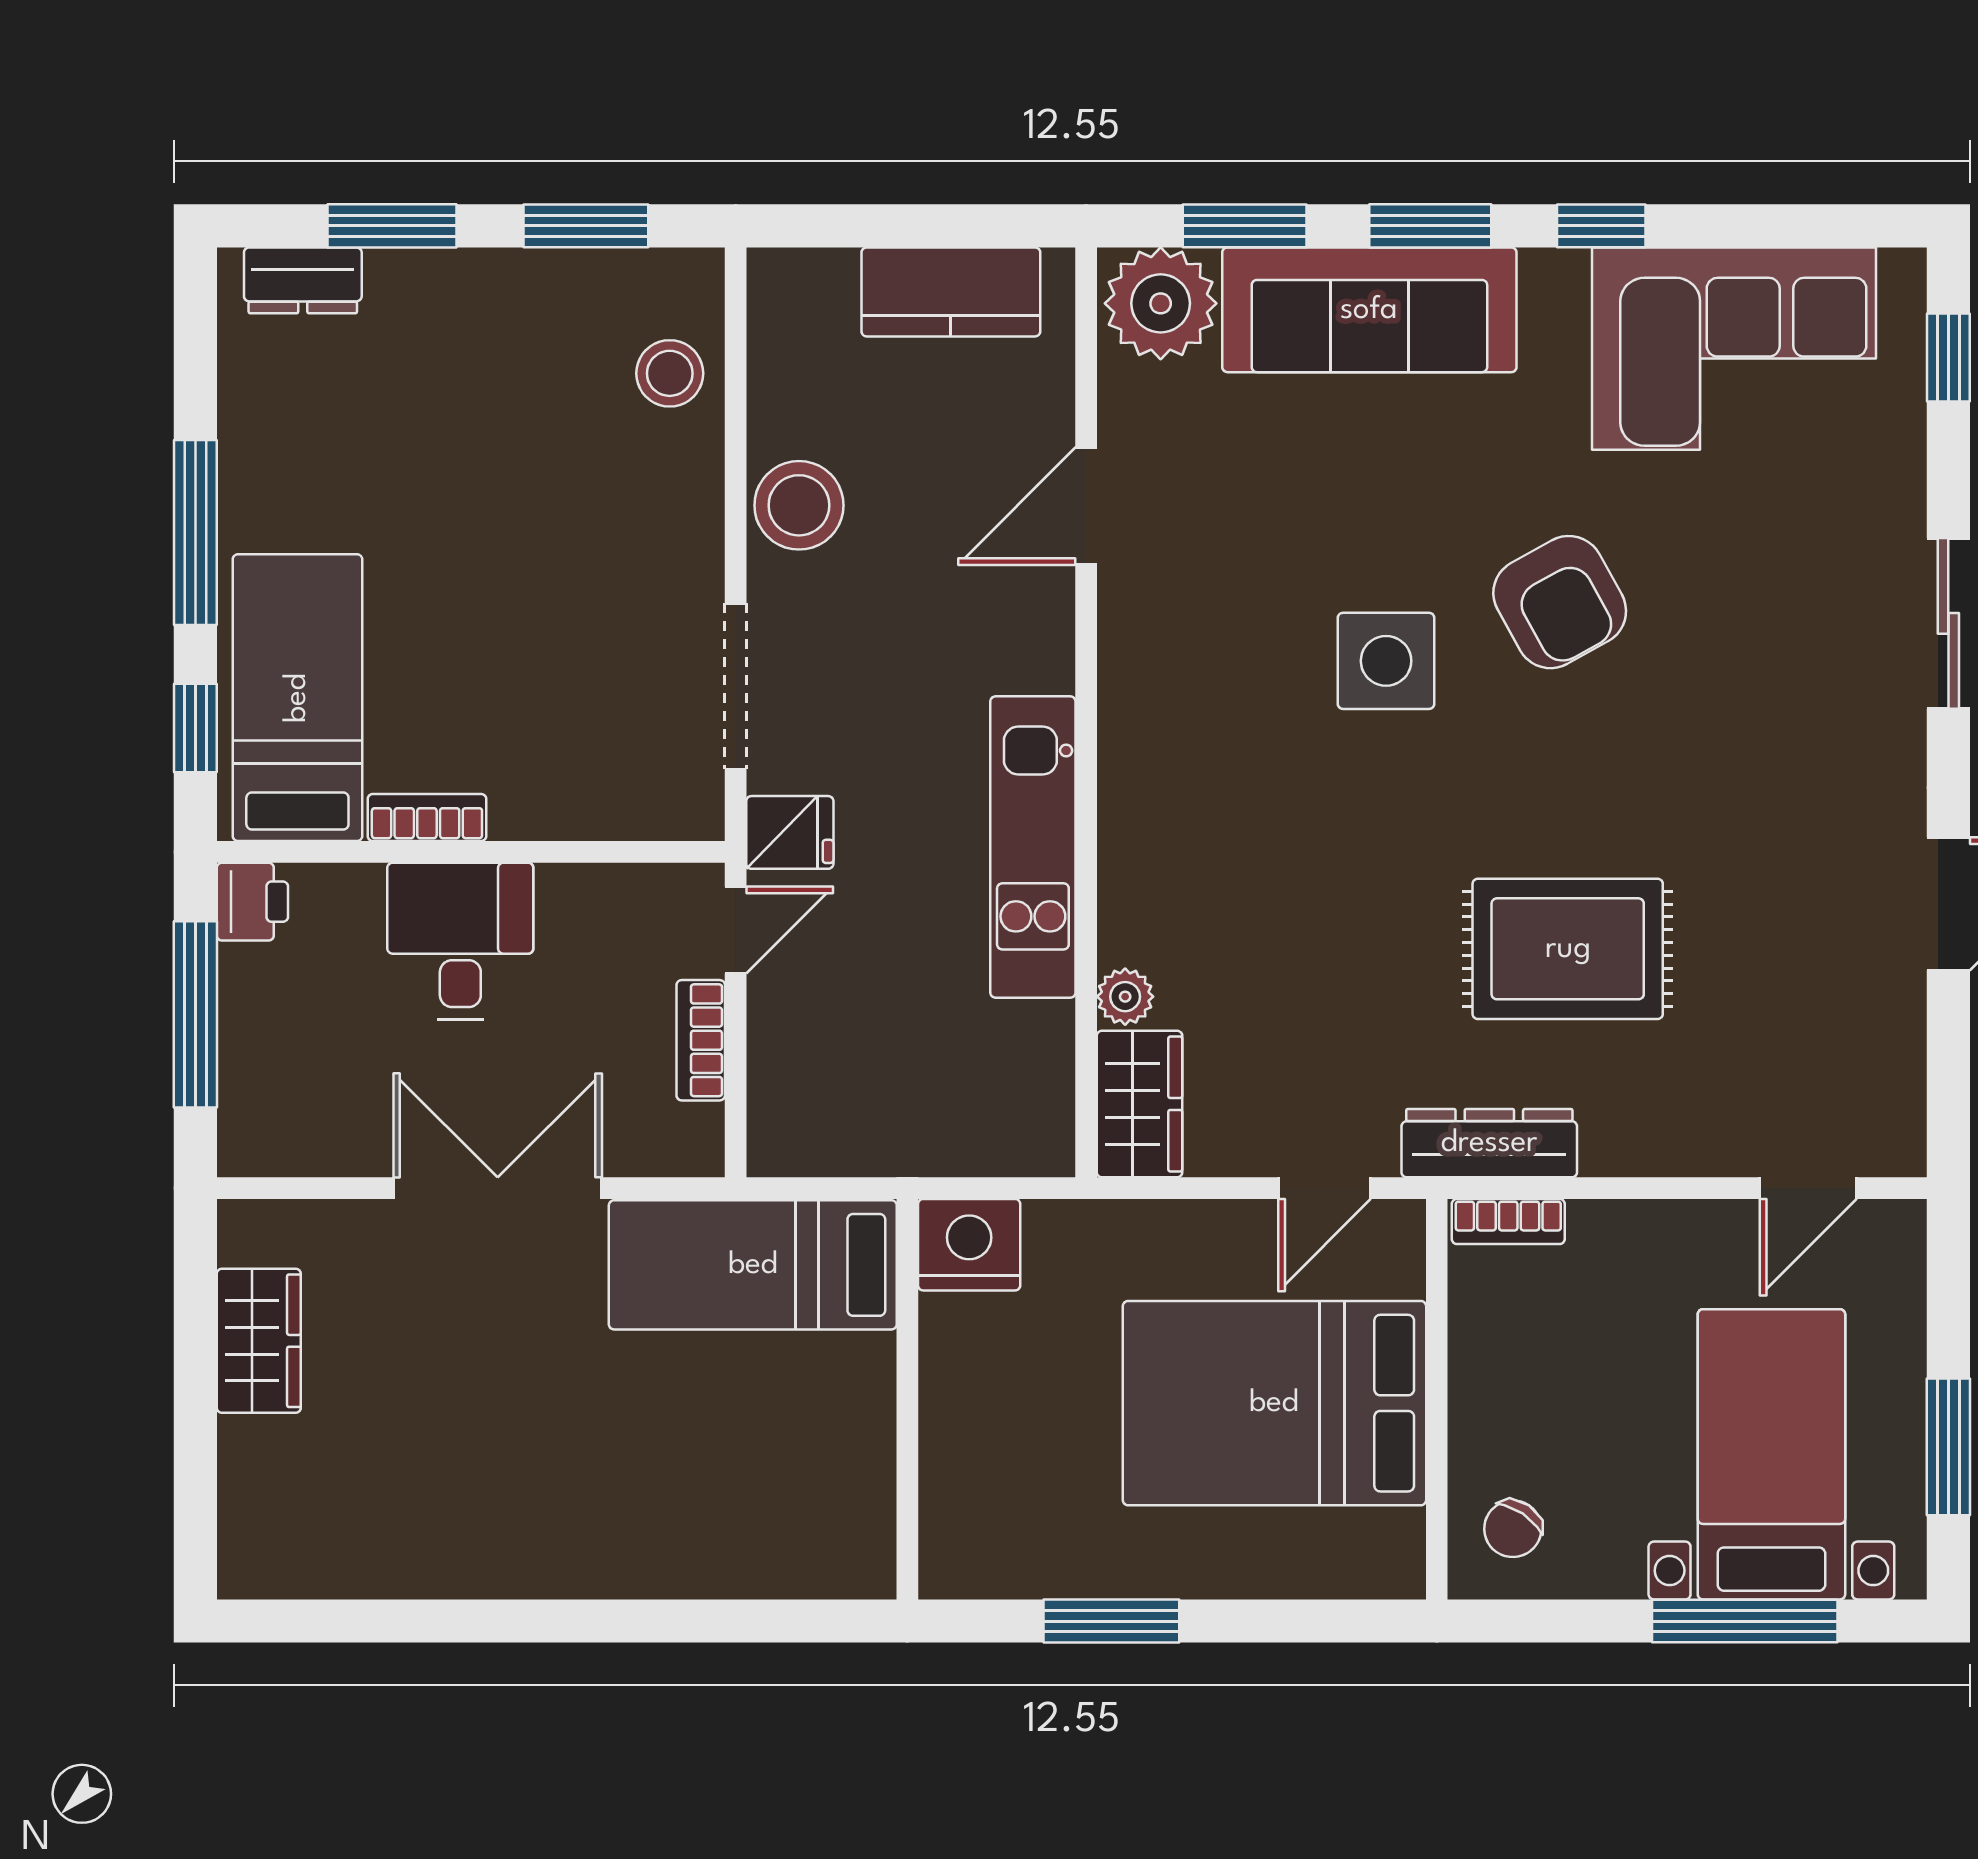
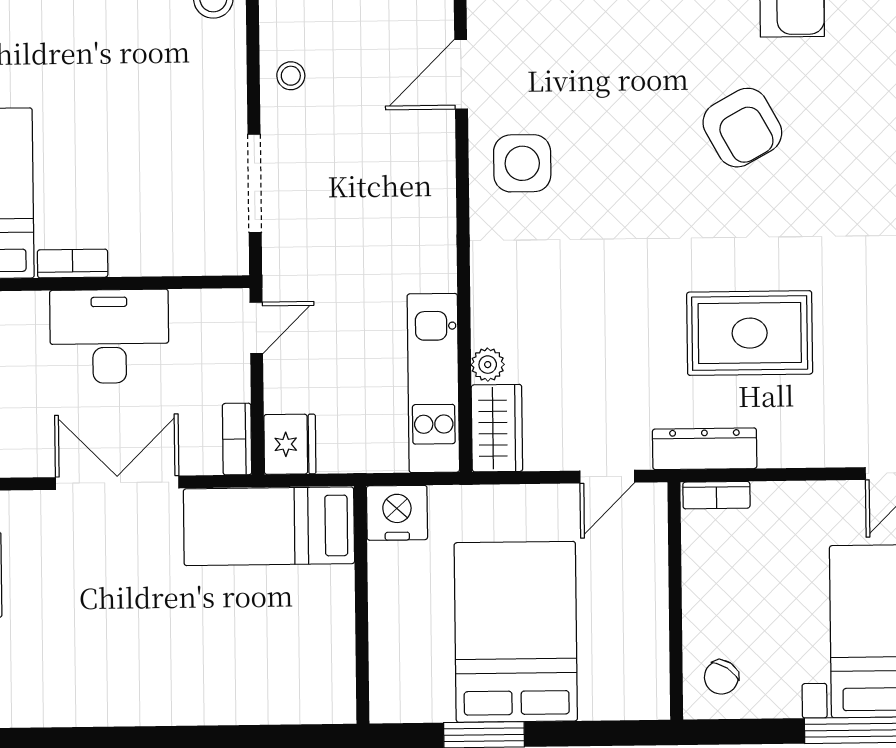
stool: (799, 505) -> (291, 76), width x0.53, depth x0.53
side table: (1386, 661) -> (522, 163), moved
fridge: (790, 832) -> (290, 444), moved, width x1.38
kitchen unit: (1033, 847) -> (433, 383), moved
desk: (460, 941) -> (109, 336), width x1.37
bookcase: (701, 1040) -> (237, 439), moved
bed: (1274, 1403) -> (516, 632), moved, turned 90

